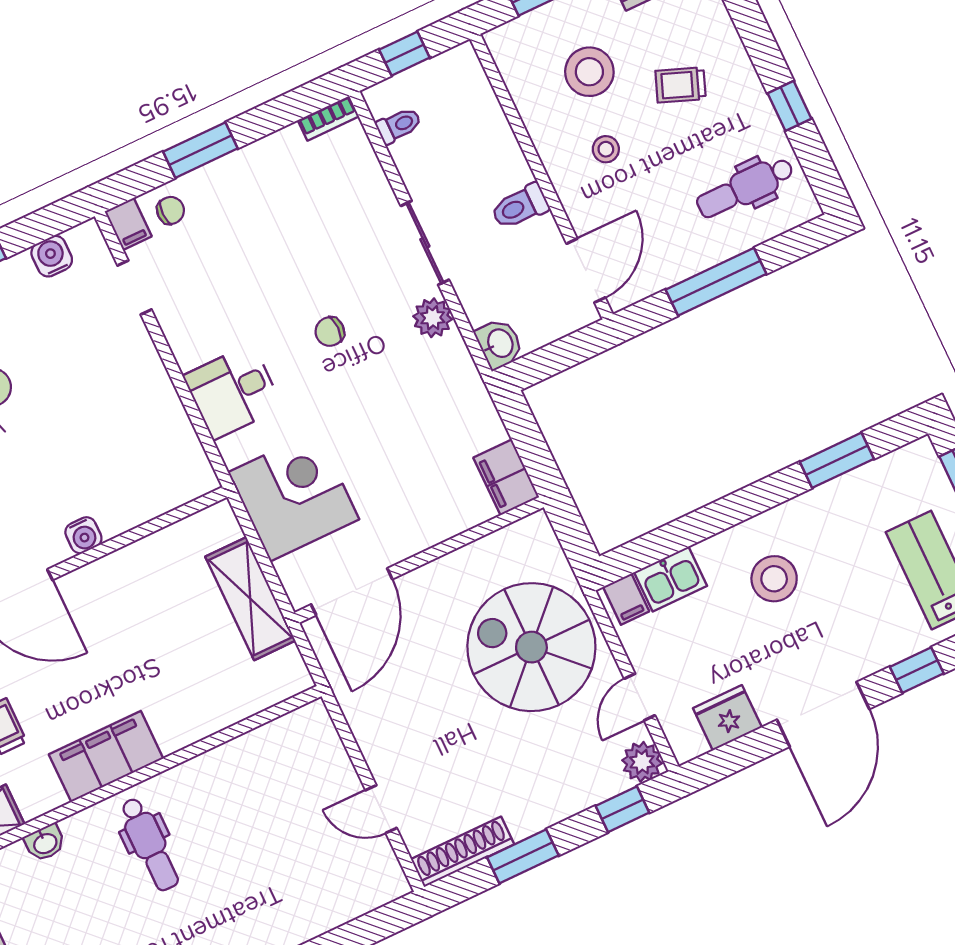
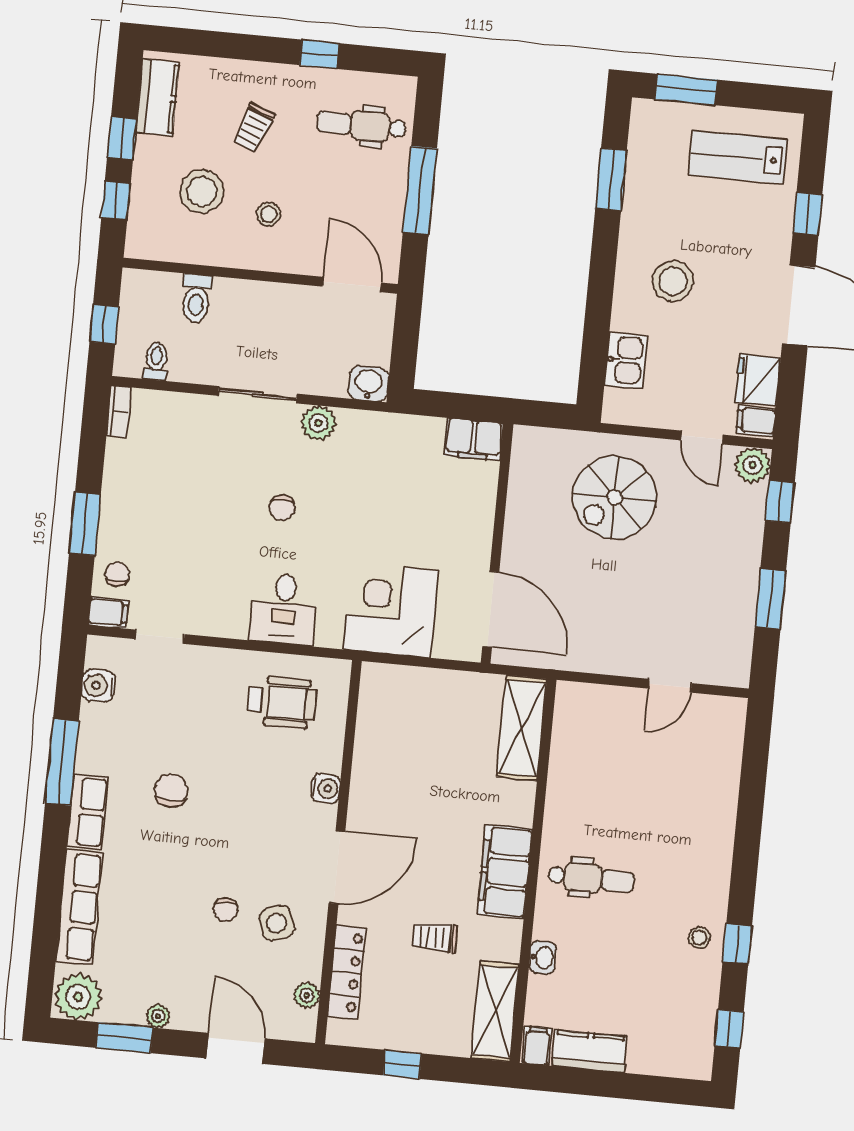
dental chair: (745, 188) -> (361, 125), turned 90
toilet: (520, 207) -> (196, 298), moved
wheelchair: (141, 443) -> (282, 702), added
shelving: (250, 599) -> (522, 728), moved, turned 90
filing cabinet: (626, 599) -> (756, 421), moved, turned 180
spiral stairs: (531, 647) -> (615, 497), width x0.73, depth x0.73
shoe rack: (463, 852) -> (740, 643), removed

